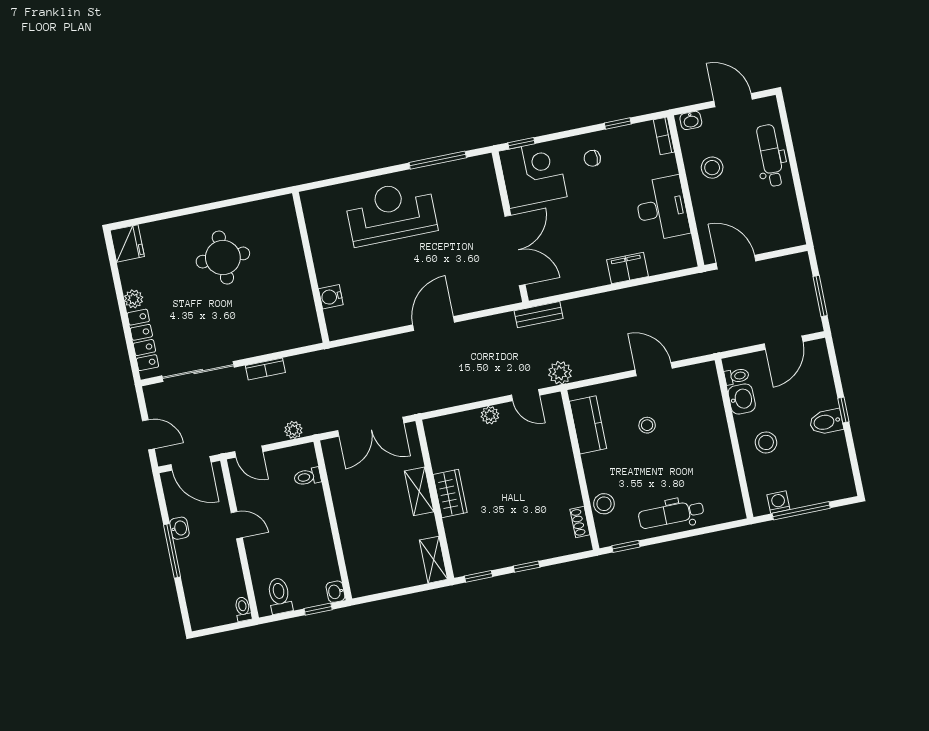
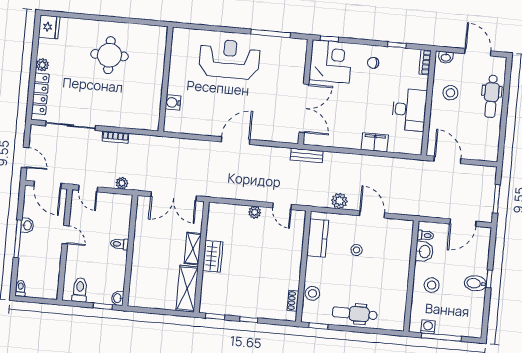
dental chair: (770, 156) -> (491, 96), turned 180
plant: (560, 373) -> (339, 201), moved
toilet: (307, 477) -> (119, 244), moved
shelving: (433, 560) -> (187, 289), width x1.50, depth x1.33
toilet: (243, 609) -> (20, 288), moved

